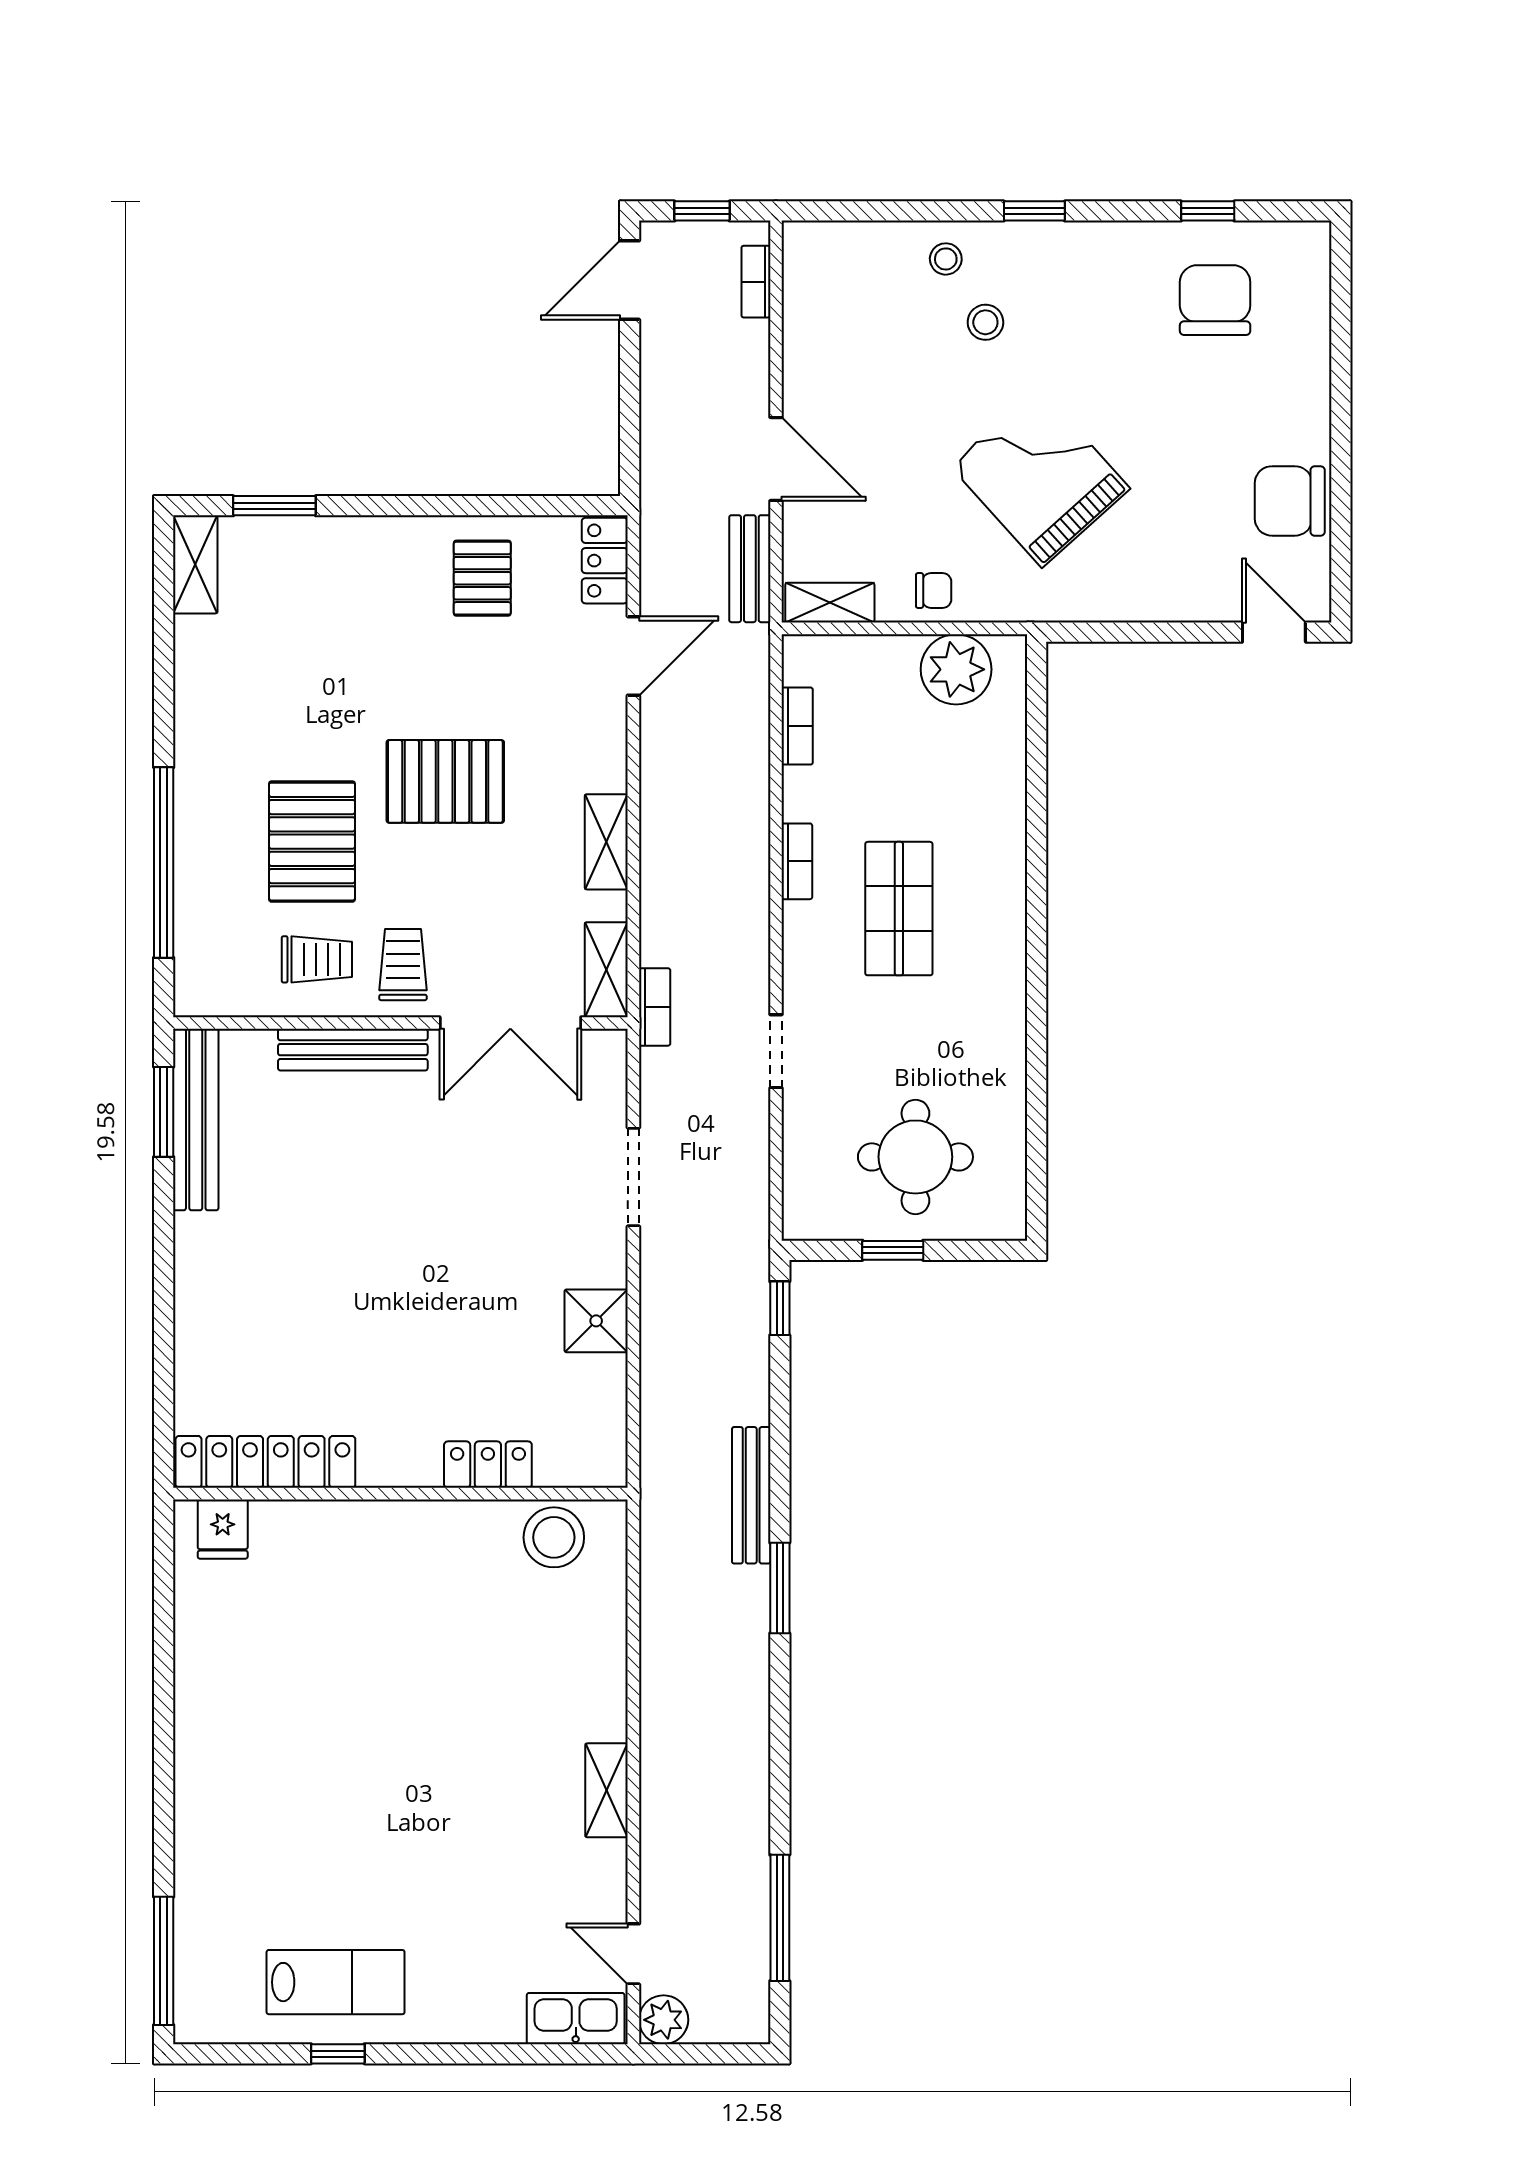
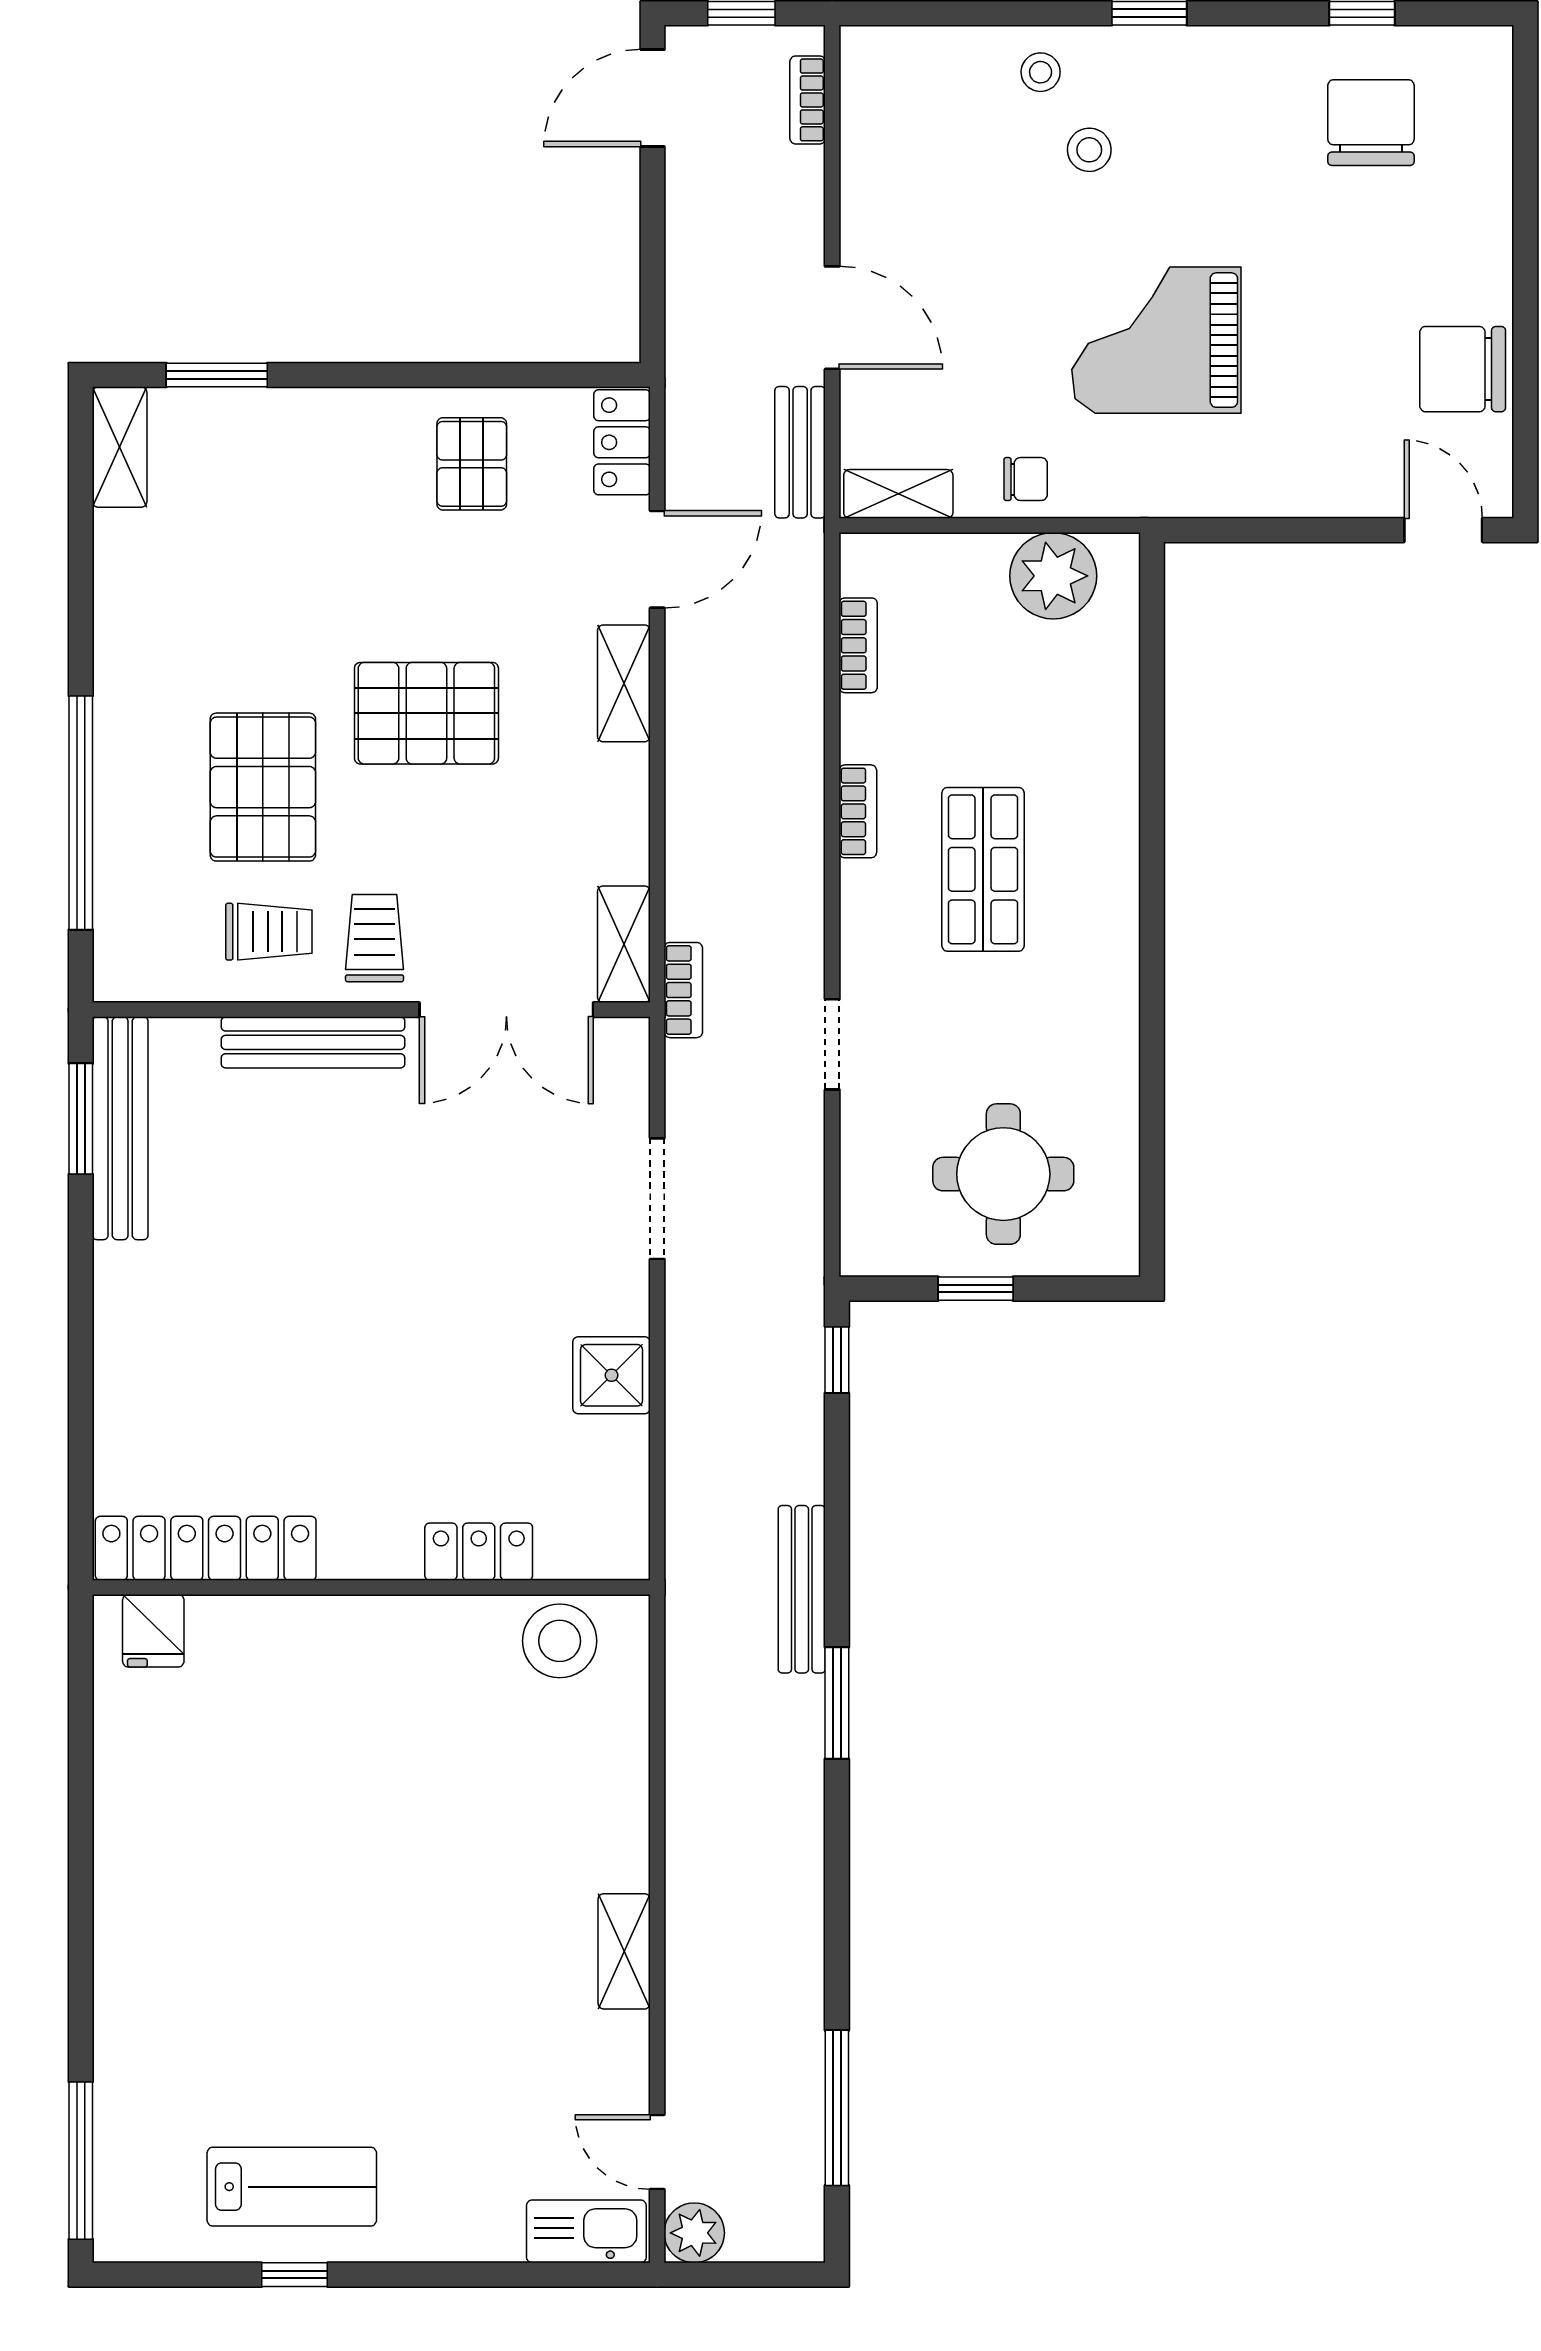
grand piano: (1040, 477) -> (1156, 340), turned -48
shelving: (606, 842) -> (624, 683), moved

